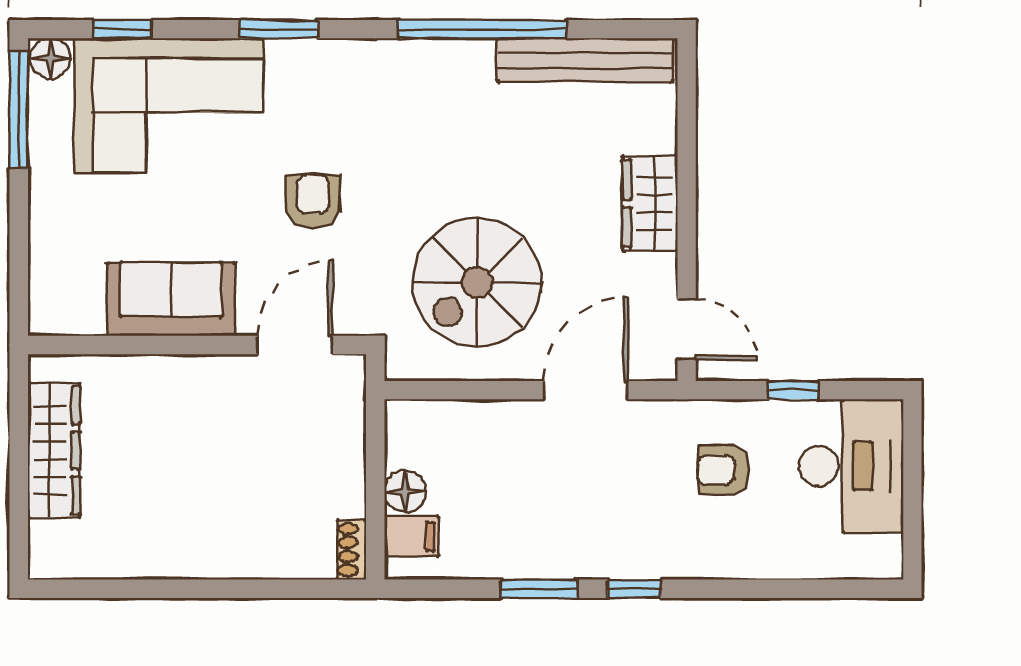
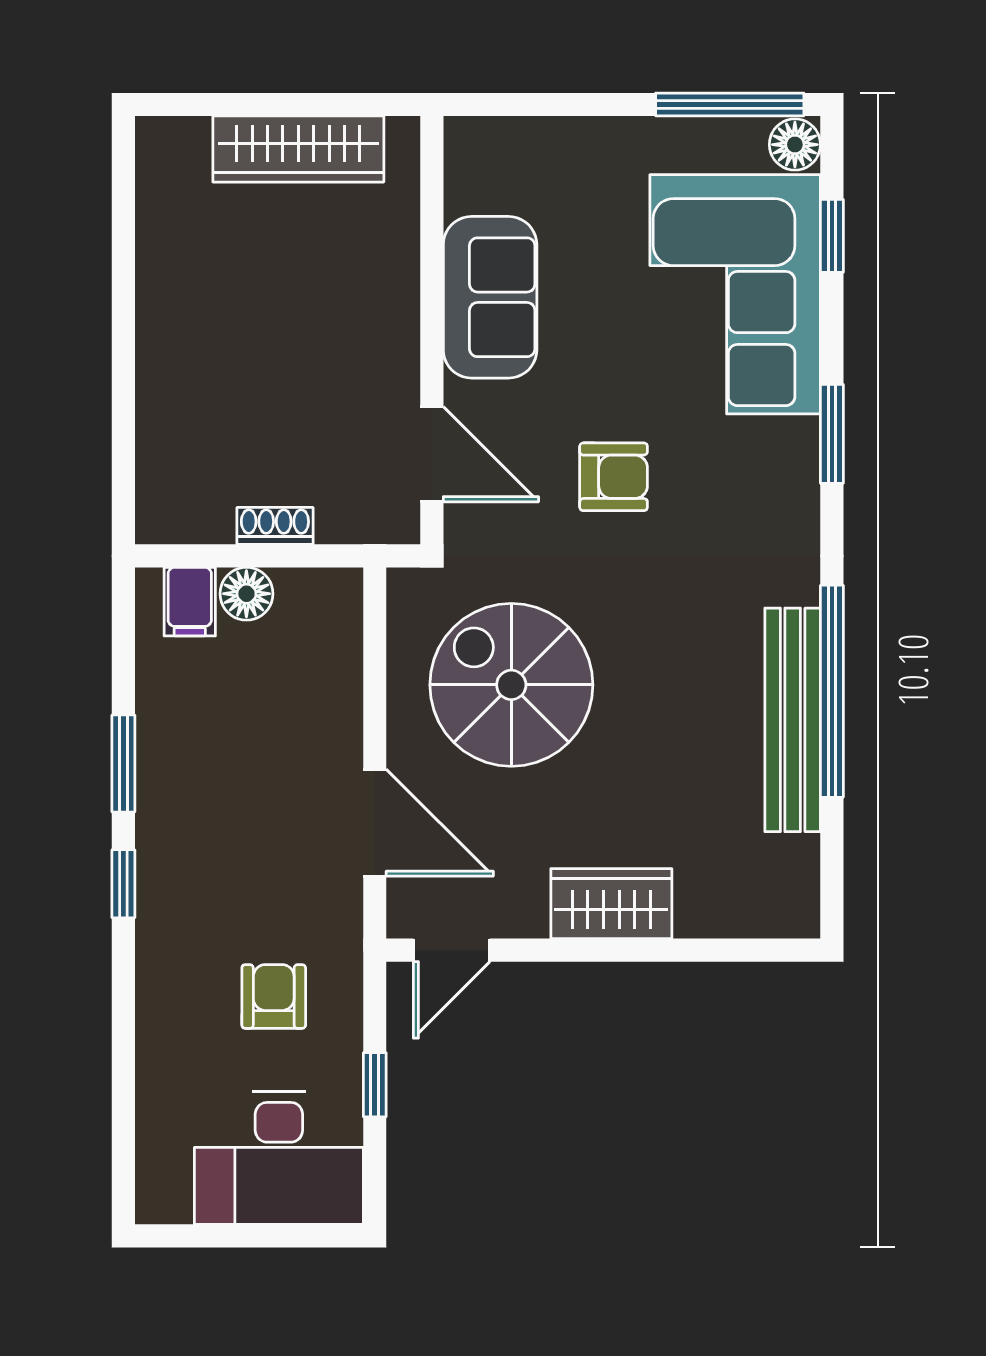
bench: (585, 60) -> (793, 720), moved
shoe rack: (352, 550) -> (275, 526), moved

